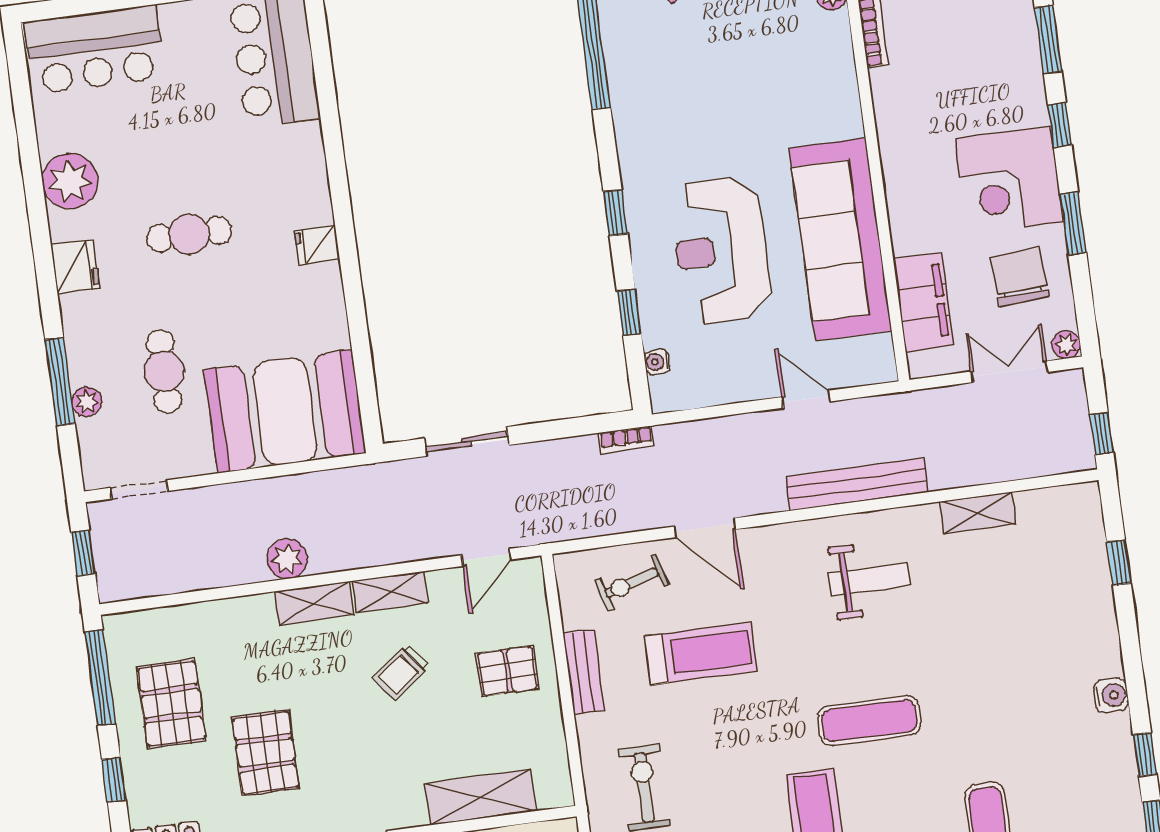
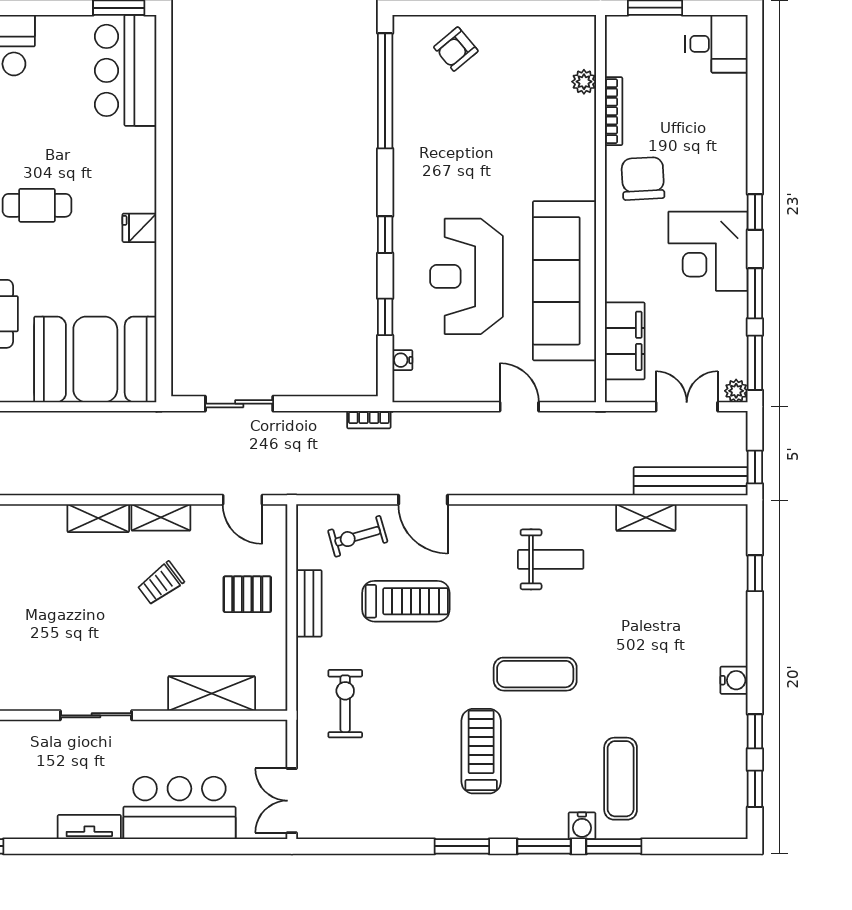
window: (1048, 39) -> (755, 363), moved
chair: (1020, 277) -> (643, 178), moved
bench: (857, 484) -> (691, 481), moved
door: (486, 557) -> (242, 500), hinge flipped
plant: (287, 559) -> (81, 479), removed
pallet: (265, 753) -> (42, 634), removed

